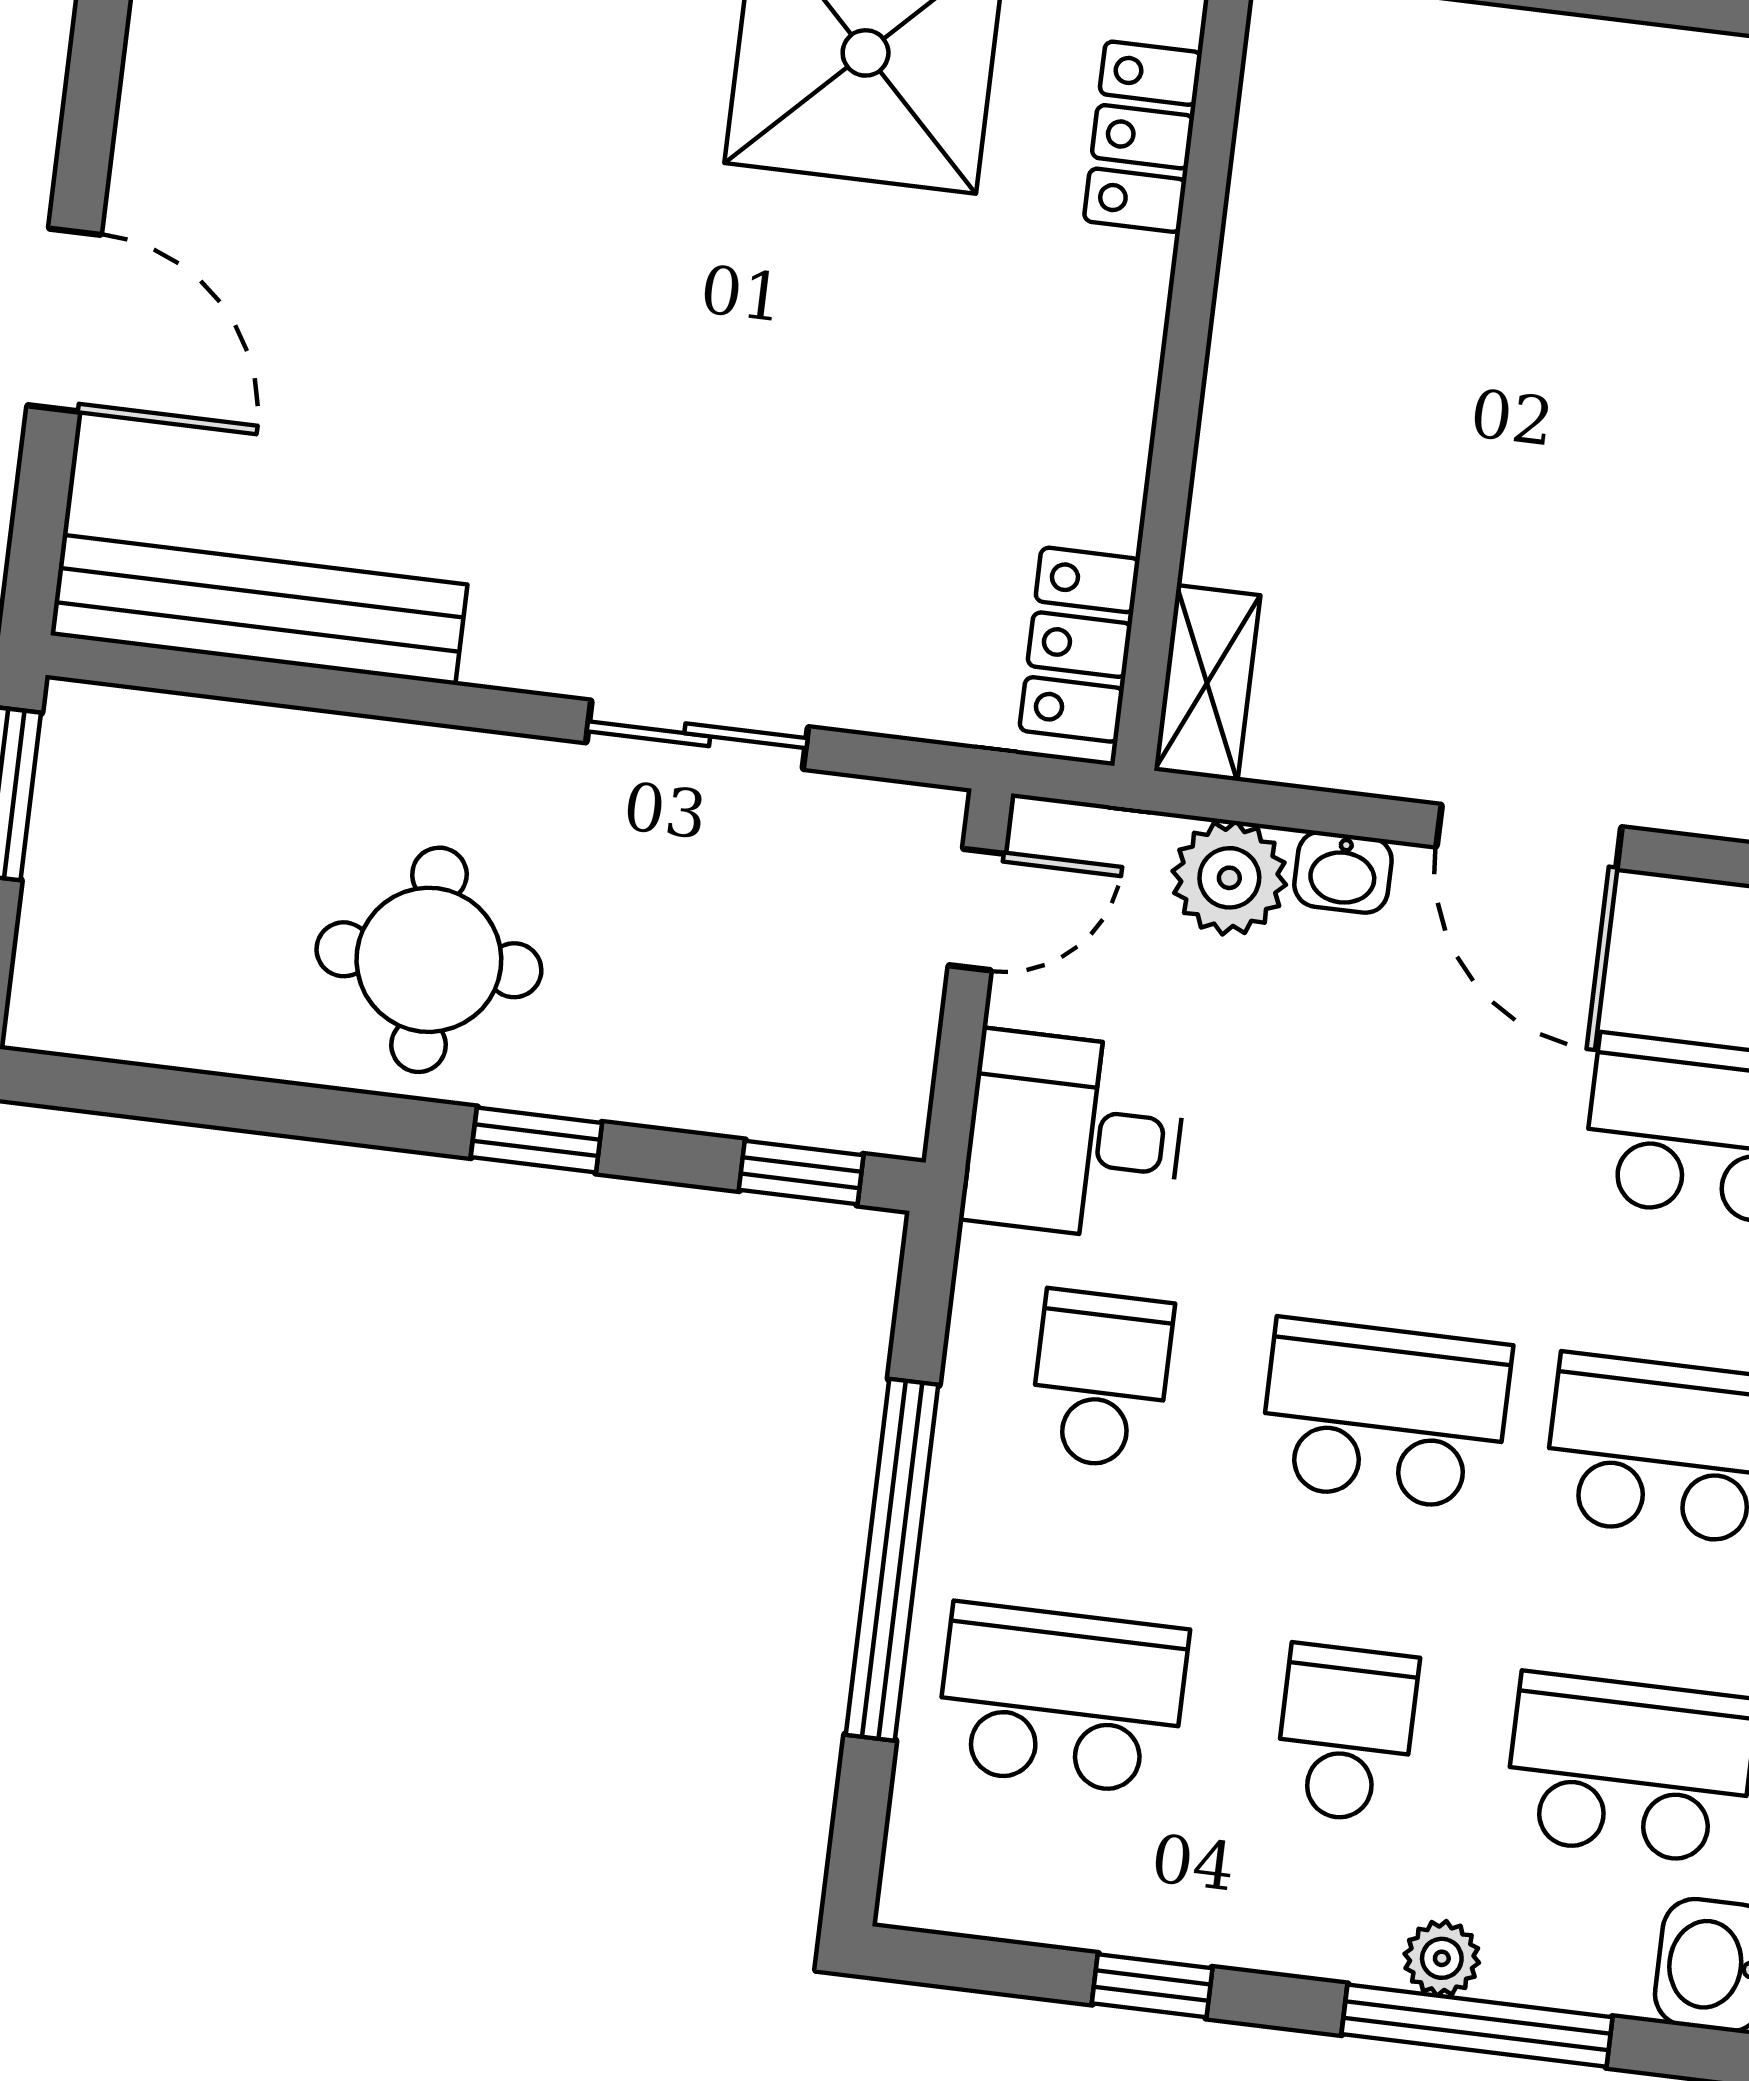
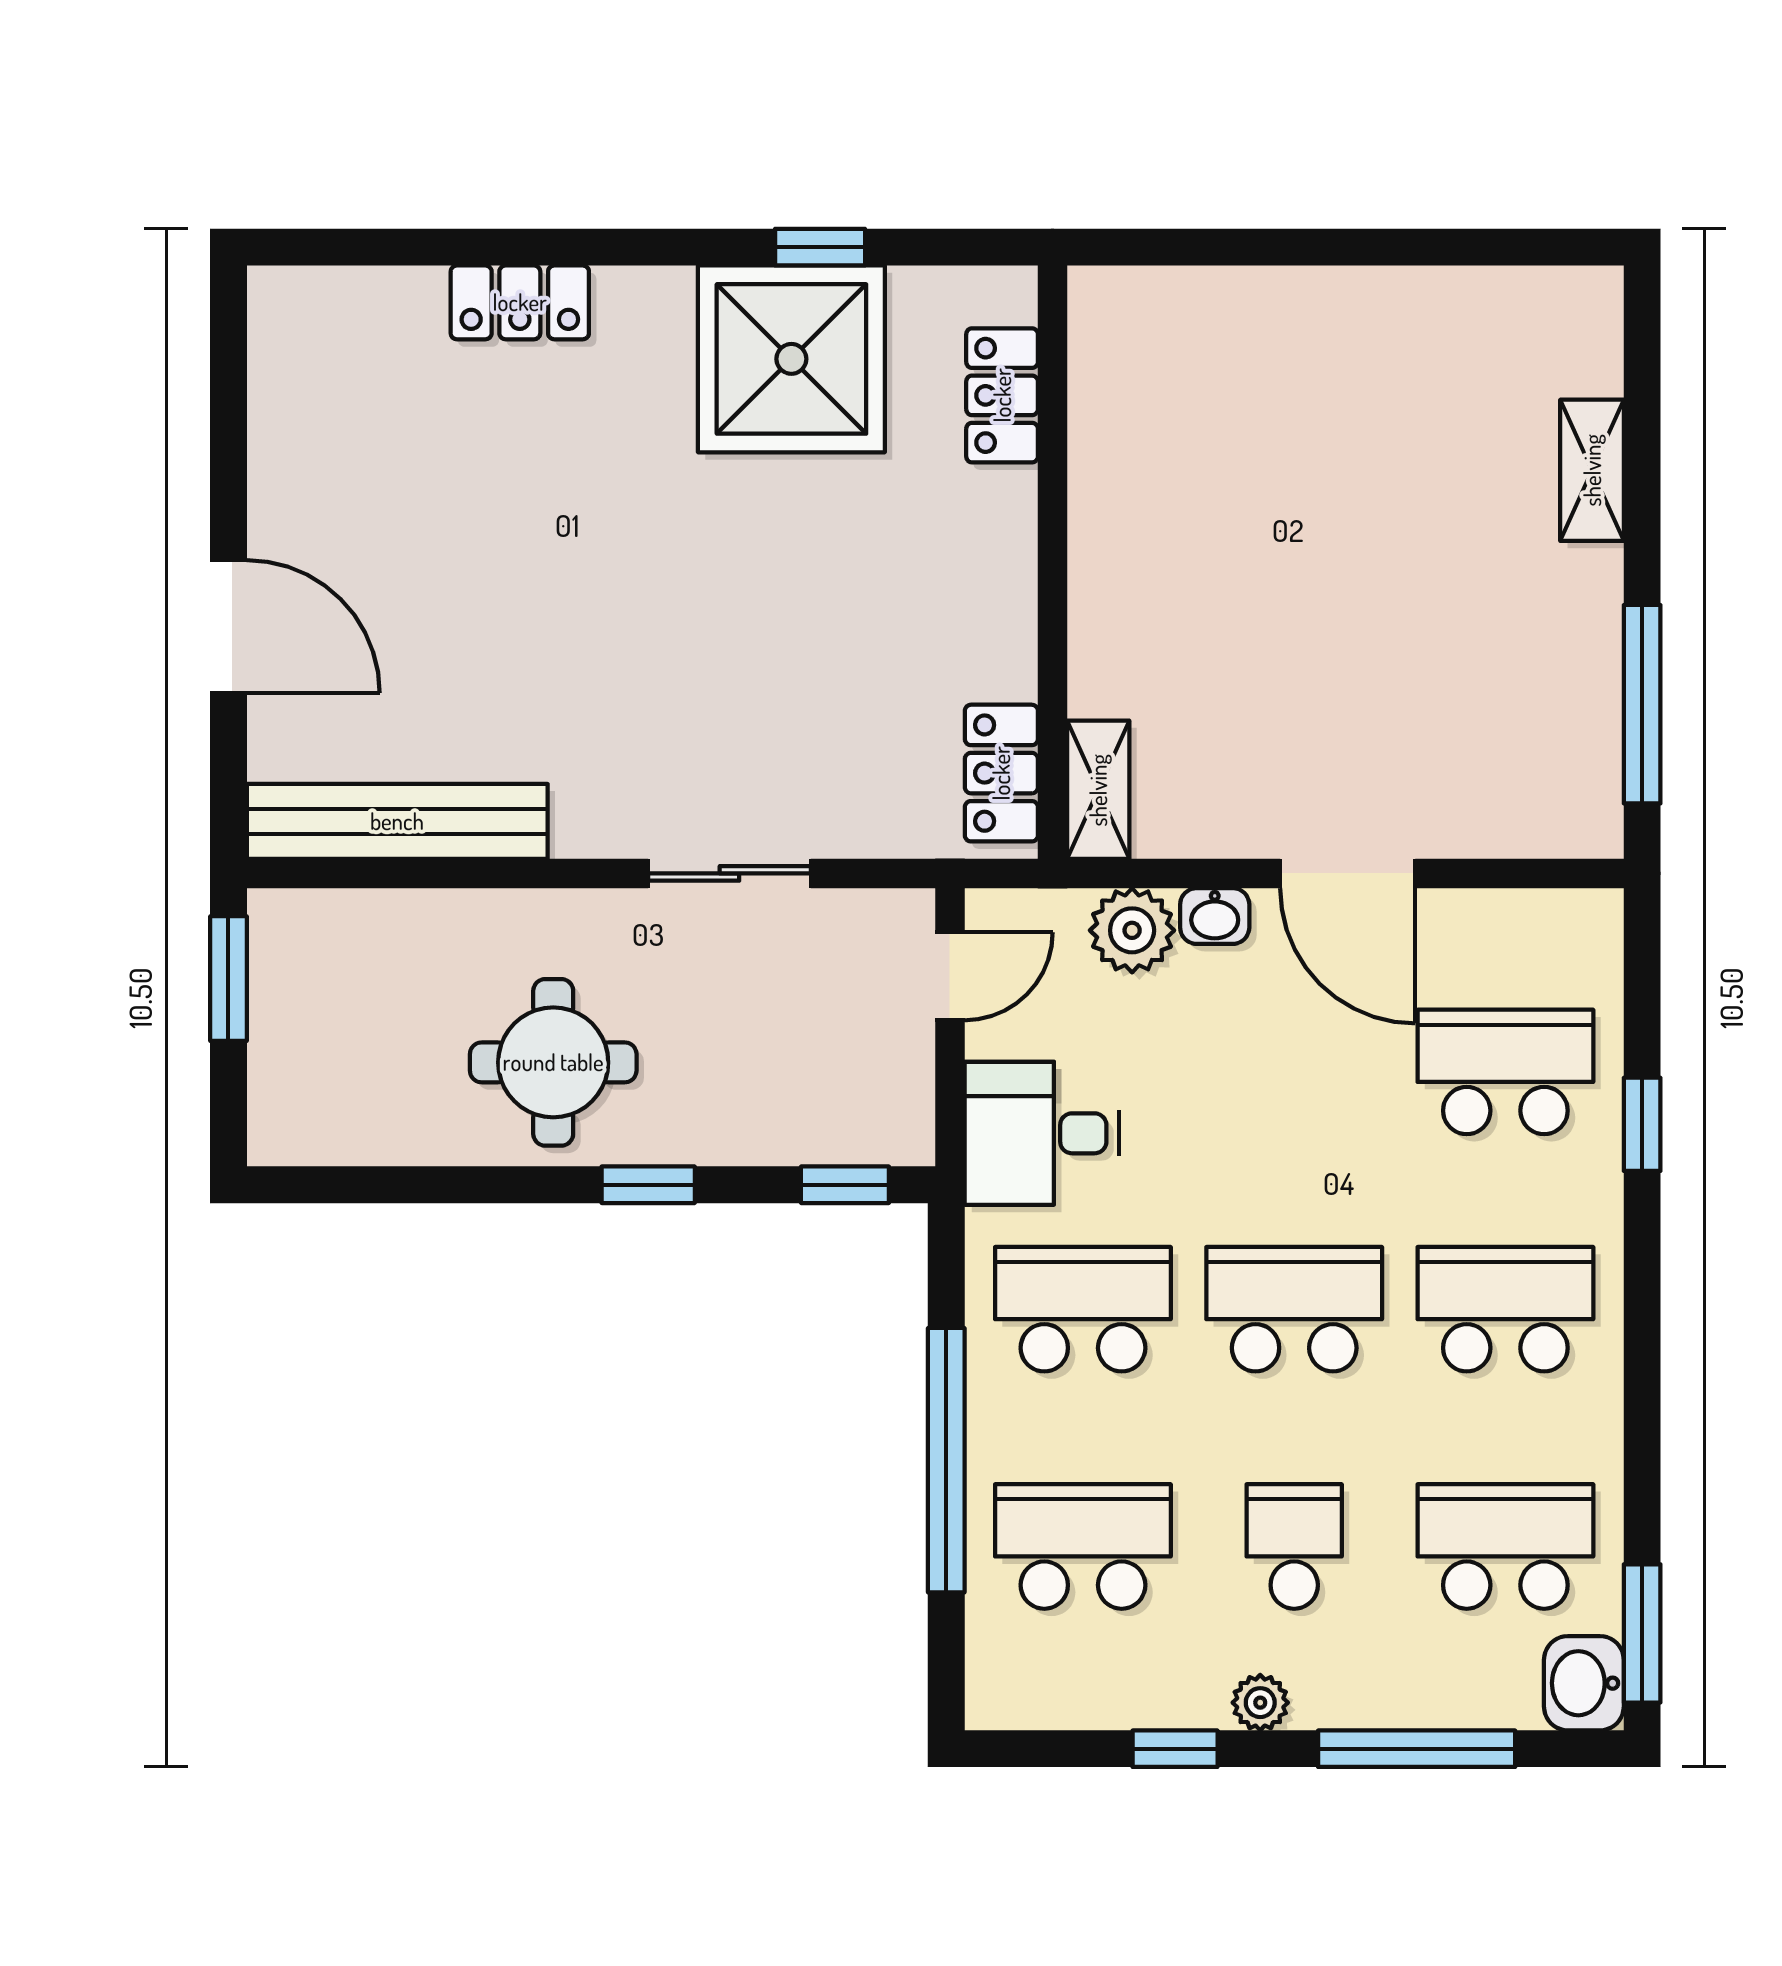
school desk: (1101, 1379) -> (1083, 1309), width x1.85
plant: (1442, 1958) -> (1260, 1703), moved

